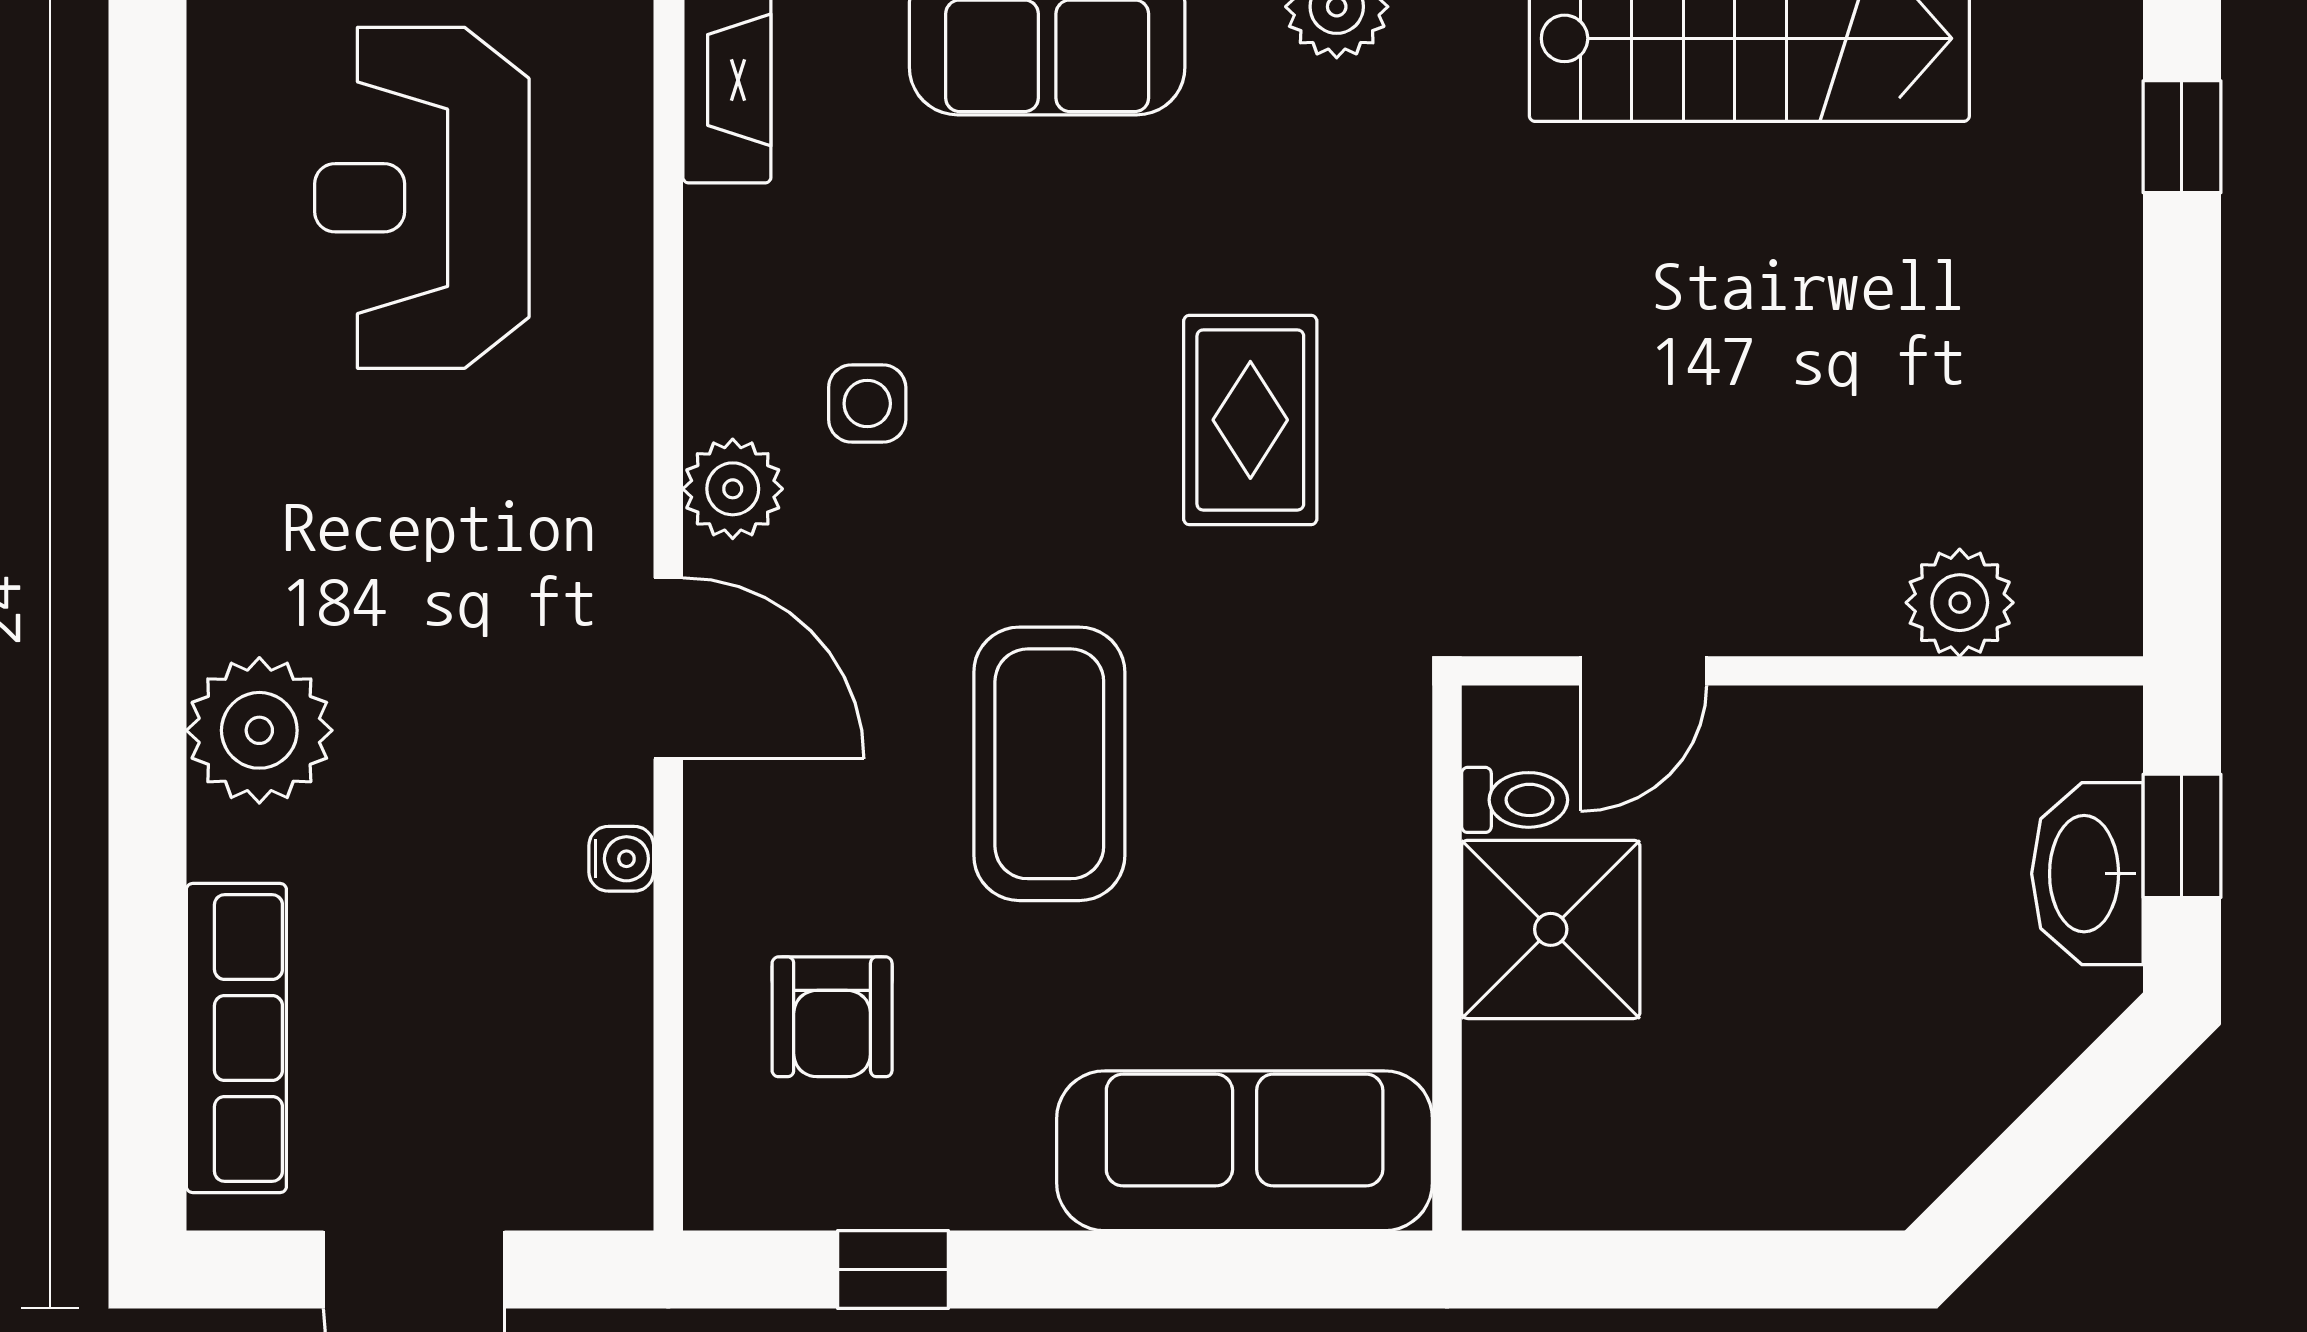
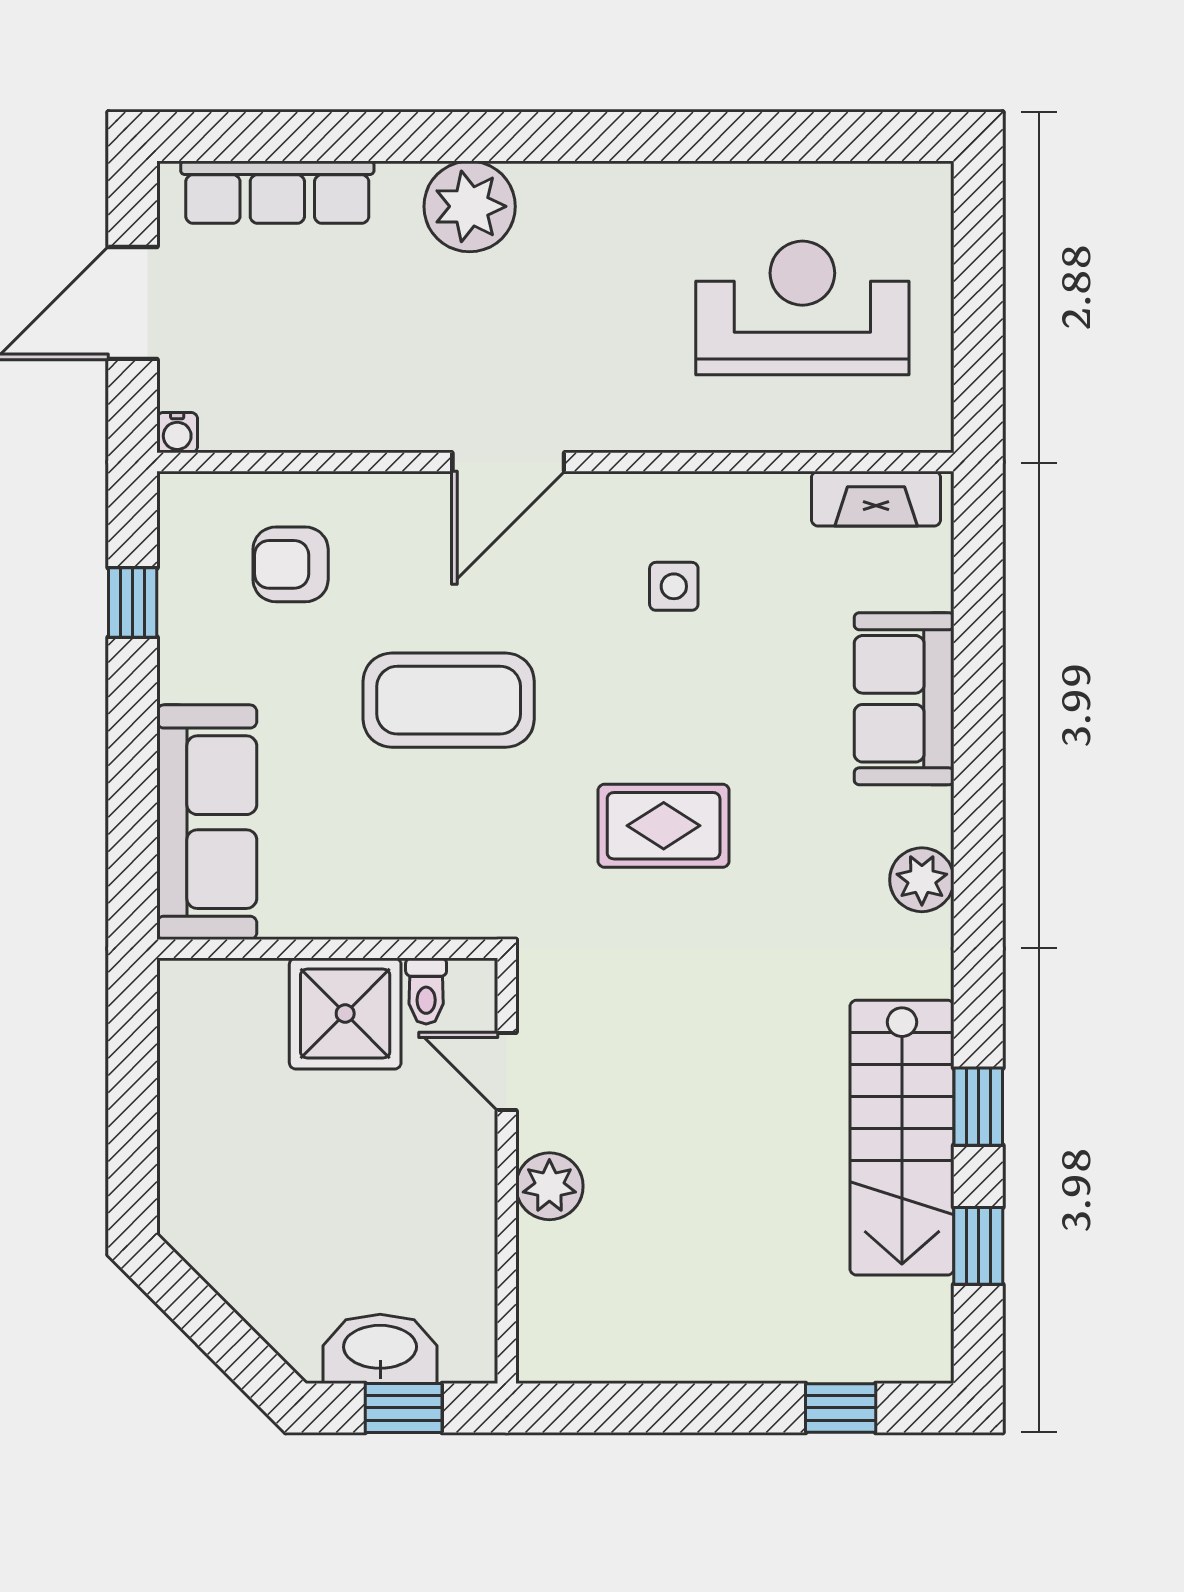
plant: (733, 489) -> (620, 502), removed
plant: (1960, 603) -> (549, 1186), moved
water cooler: (621, 859) -> (177, 433), moved

